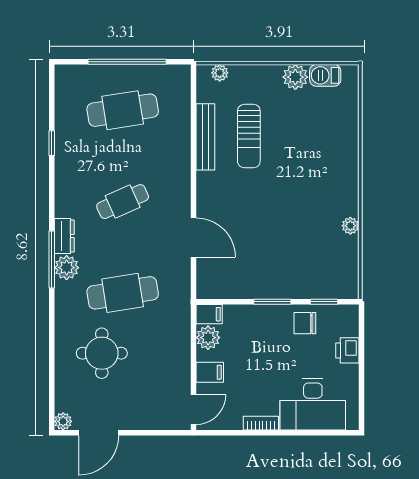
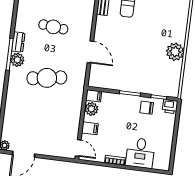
cafe table: (123, 202) -> (53, 27), turned 30
plant: (350, 226) -> (175, 52), width x1.87, depth x1.87
printer: (347, 350) -> (170, 107), moved, turned -90
round table: (102, 353) -> (31, 110), removed
desk: (313, 404) -> (140, 153), width x0.73
door: (194, 410) -> (78, 148), hinge flipped

